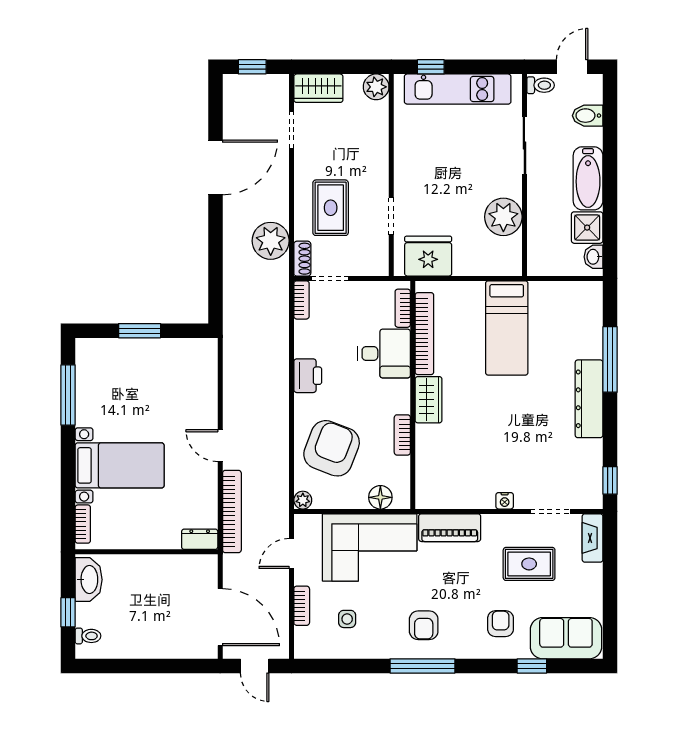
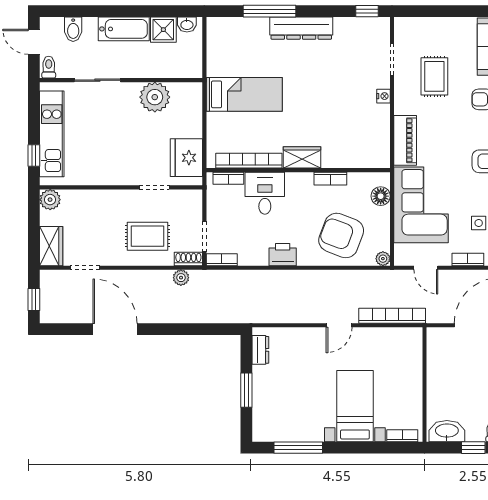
plant: (271, 241) -> (181, 278), width x0.53, depth x0.53
fireplace: (593, 538) -> (413, 25), removed
dresser: (200, 539) -> (260, 350), moved, turned 180

